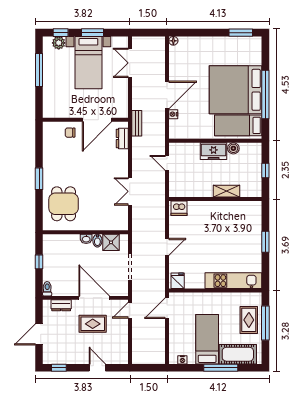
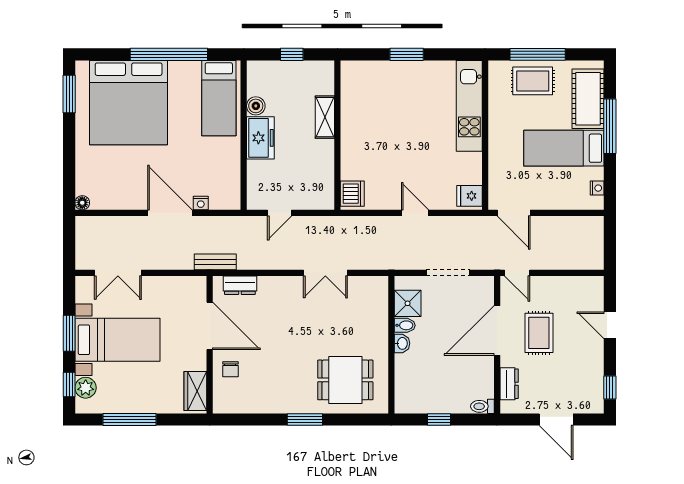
bed: (235, 90) -> (129, 103), moved
wardrobe: (57, 111) -> (195, 391), added
door: (97, 368) -> (610, 325), hinge flipped

